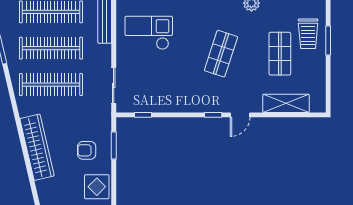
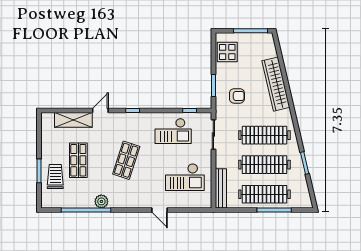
checkout: (163, 90) -> (173, 131), added
door: (240, 115) -> (100, 110), moved
armchair: (87, 150) -> (237, 96), moved

